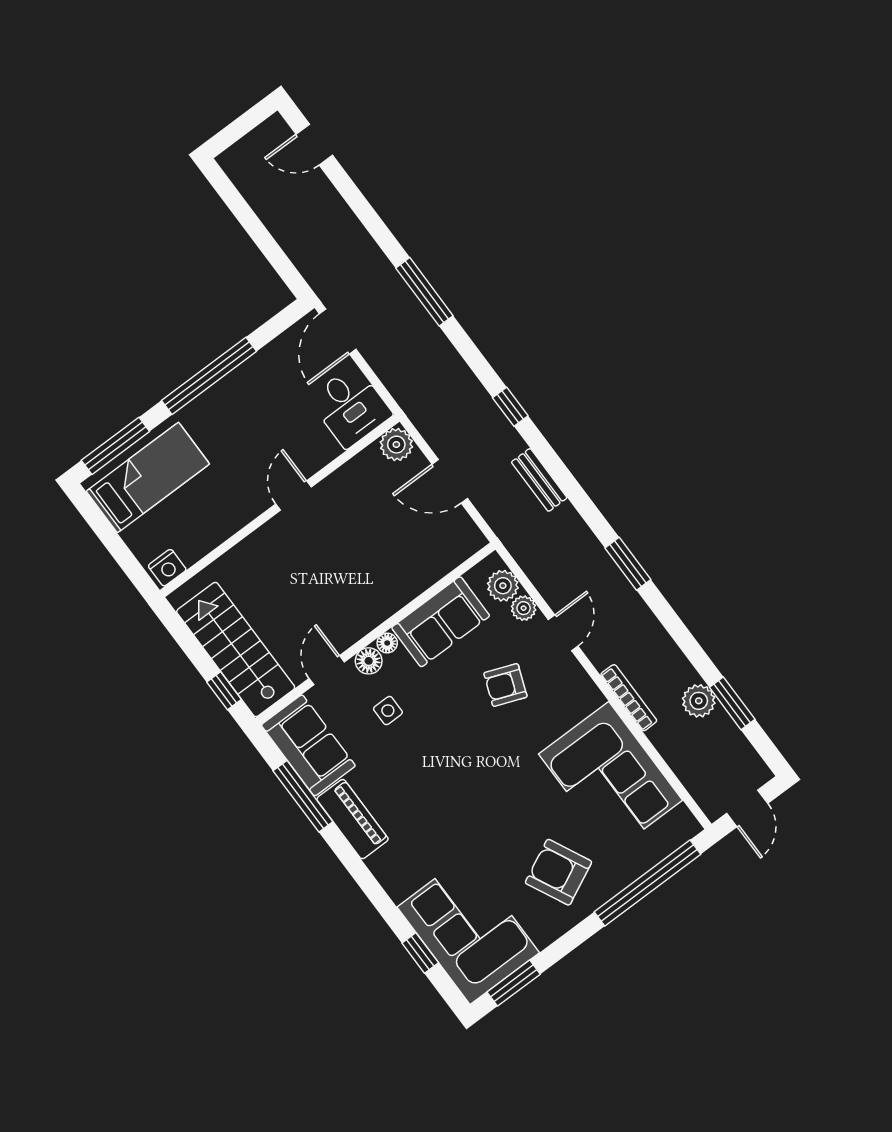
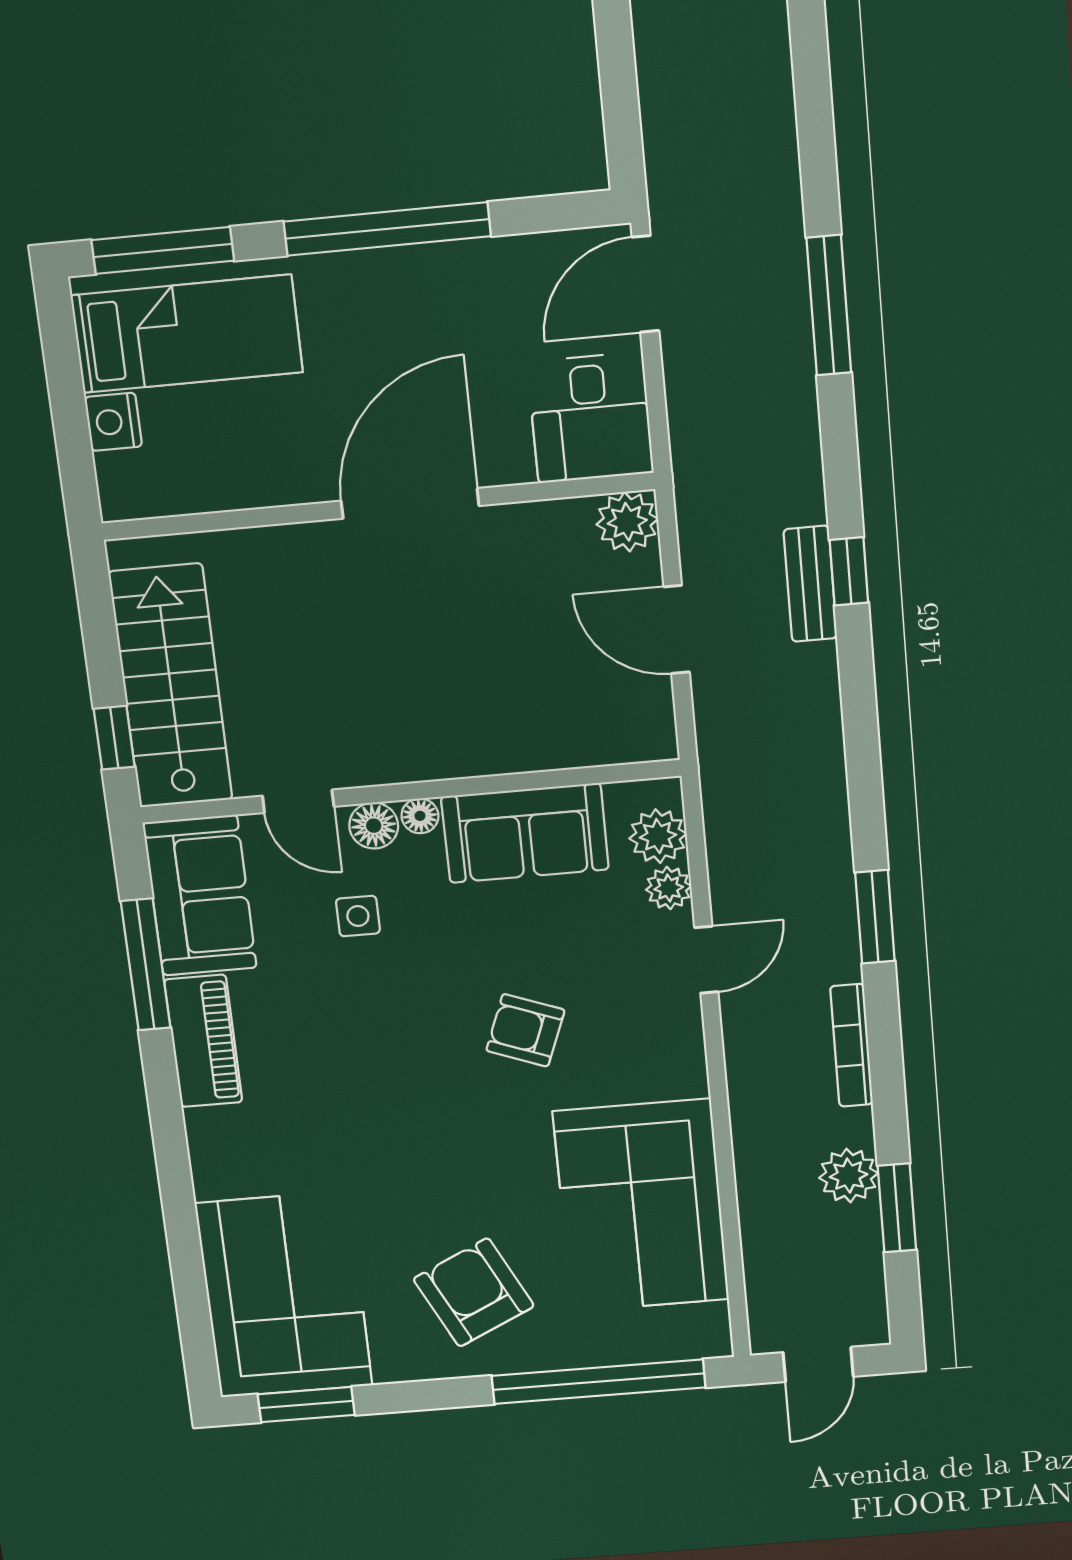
bench: (539, 480) -> (810, 584), moved
door: (294, 496) -> (410, 503), width x1.87
nightstand: (167, 568) -> (113, 422), moved, turned 90
door: (327, 670) -> (298, 801), swing flipped
armchair: (505, 685) -> (525, 1030), moved
bookcase: (629, 698) -> (852, 1045), moved, turned 180
window: (420, 953) -> (190, 1286), removed

